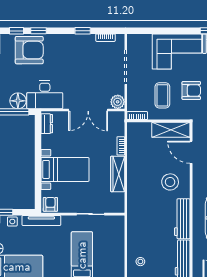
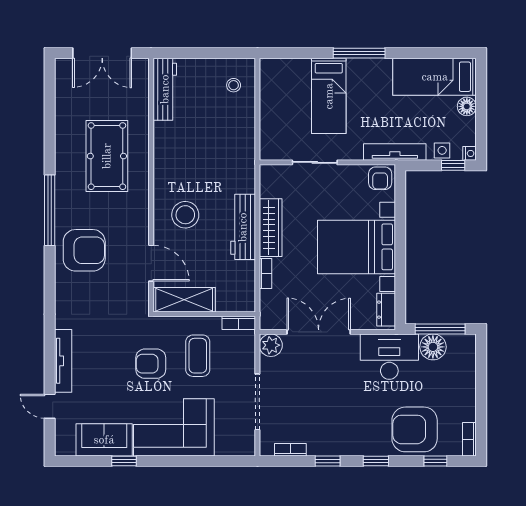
window: (39, 31) -> (376, 461), moved
bed with nightstands: (65, 169) -> (356, 247), width x1.36
workbench: (182, 219) -> (243, 227), moved, turned 180

